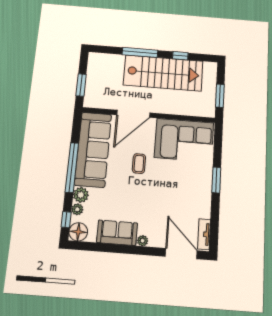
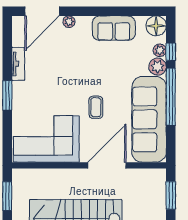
window: (66, 220) -> (171, 52), moved
tv unit: (204, 234) -> (18, 64), moved
plant: (143, 241) -> (69, 22), moved
door: (181, 254) -> (42, 11), hinge flipped

